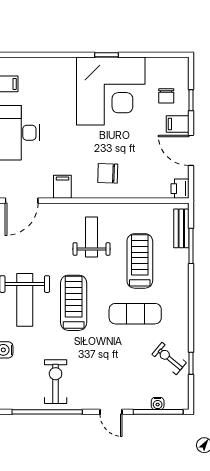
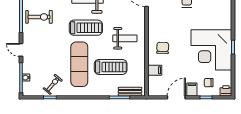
filing cabinet: (62, 187) -> (155, 70), moved
printer: (180, 189) -> (226, 91), moved
exercise mat: (135, 314) -> (79, 64), width x1.36, depth x1.45
door: (111, 412) -> (21, 50), hinge flipped

